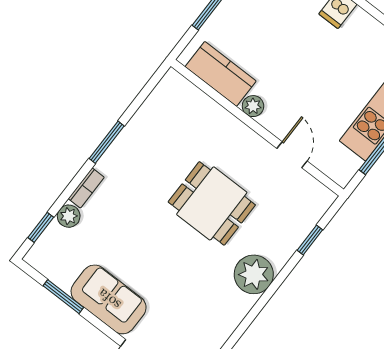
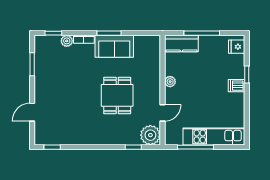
kitchen counter: (221, 74) -> (181, 44), moved, turned 90
plant: (254, 274) -> (150, 135), moved
sofa: (109, 299) -> (114, 46), moved, turned 90

